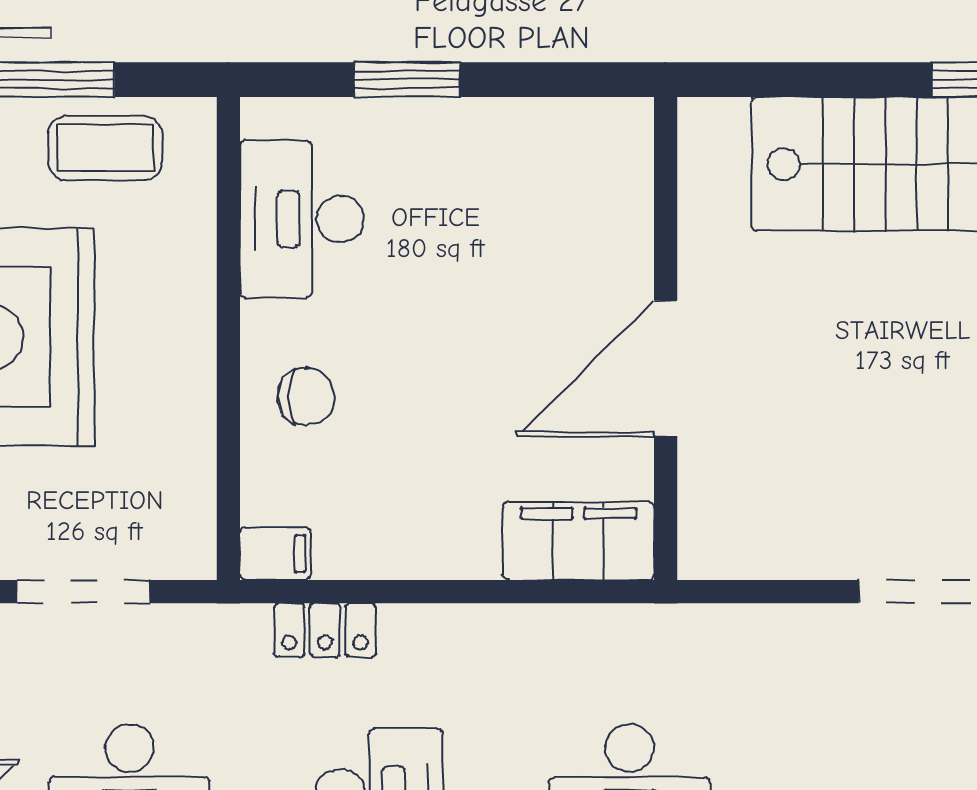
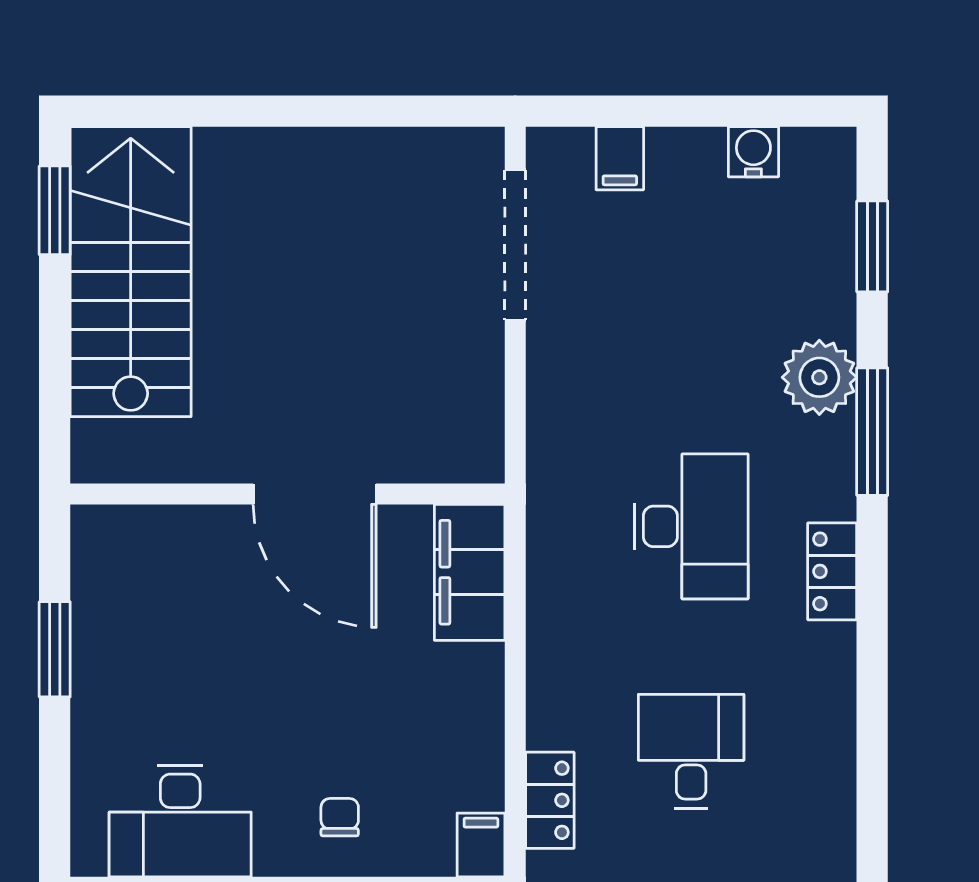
window: (407, 80) -> (55, 649), moved
chair: (306, 396) -> (340, 817), width x0.73, depth x0.73

